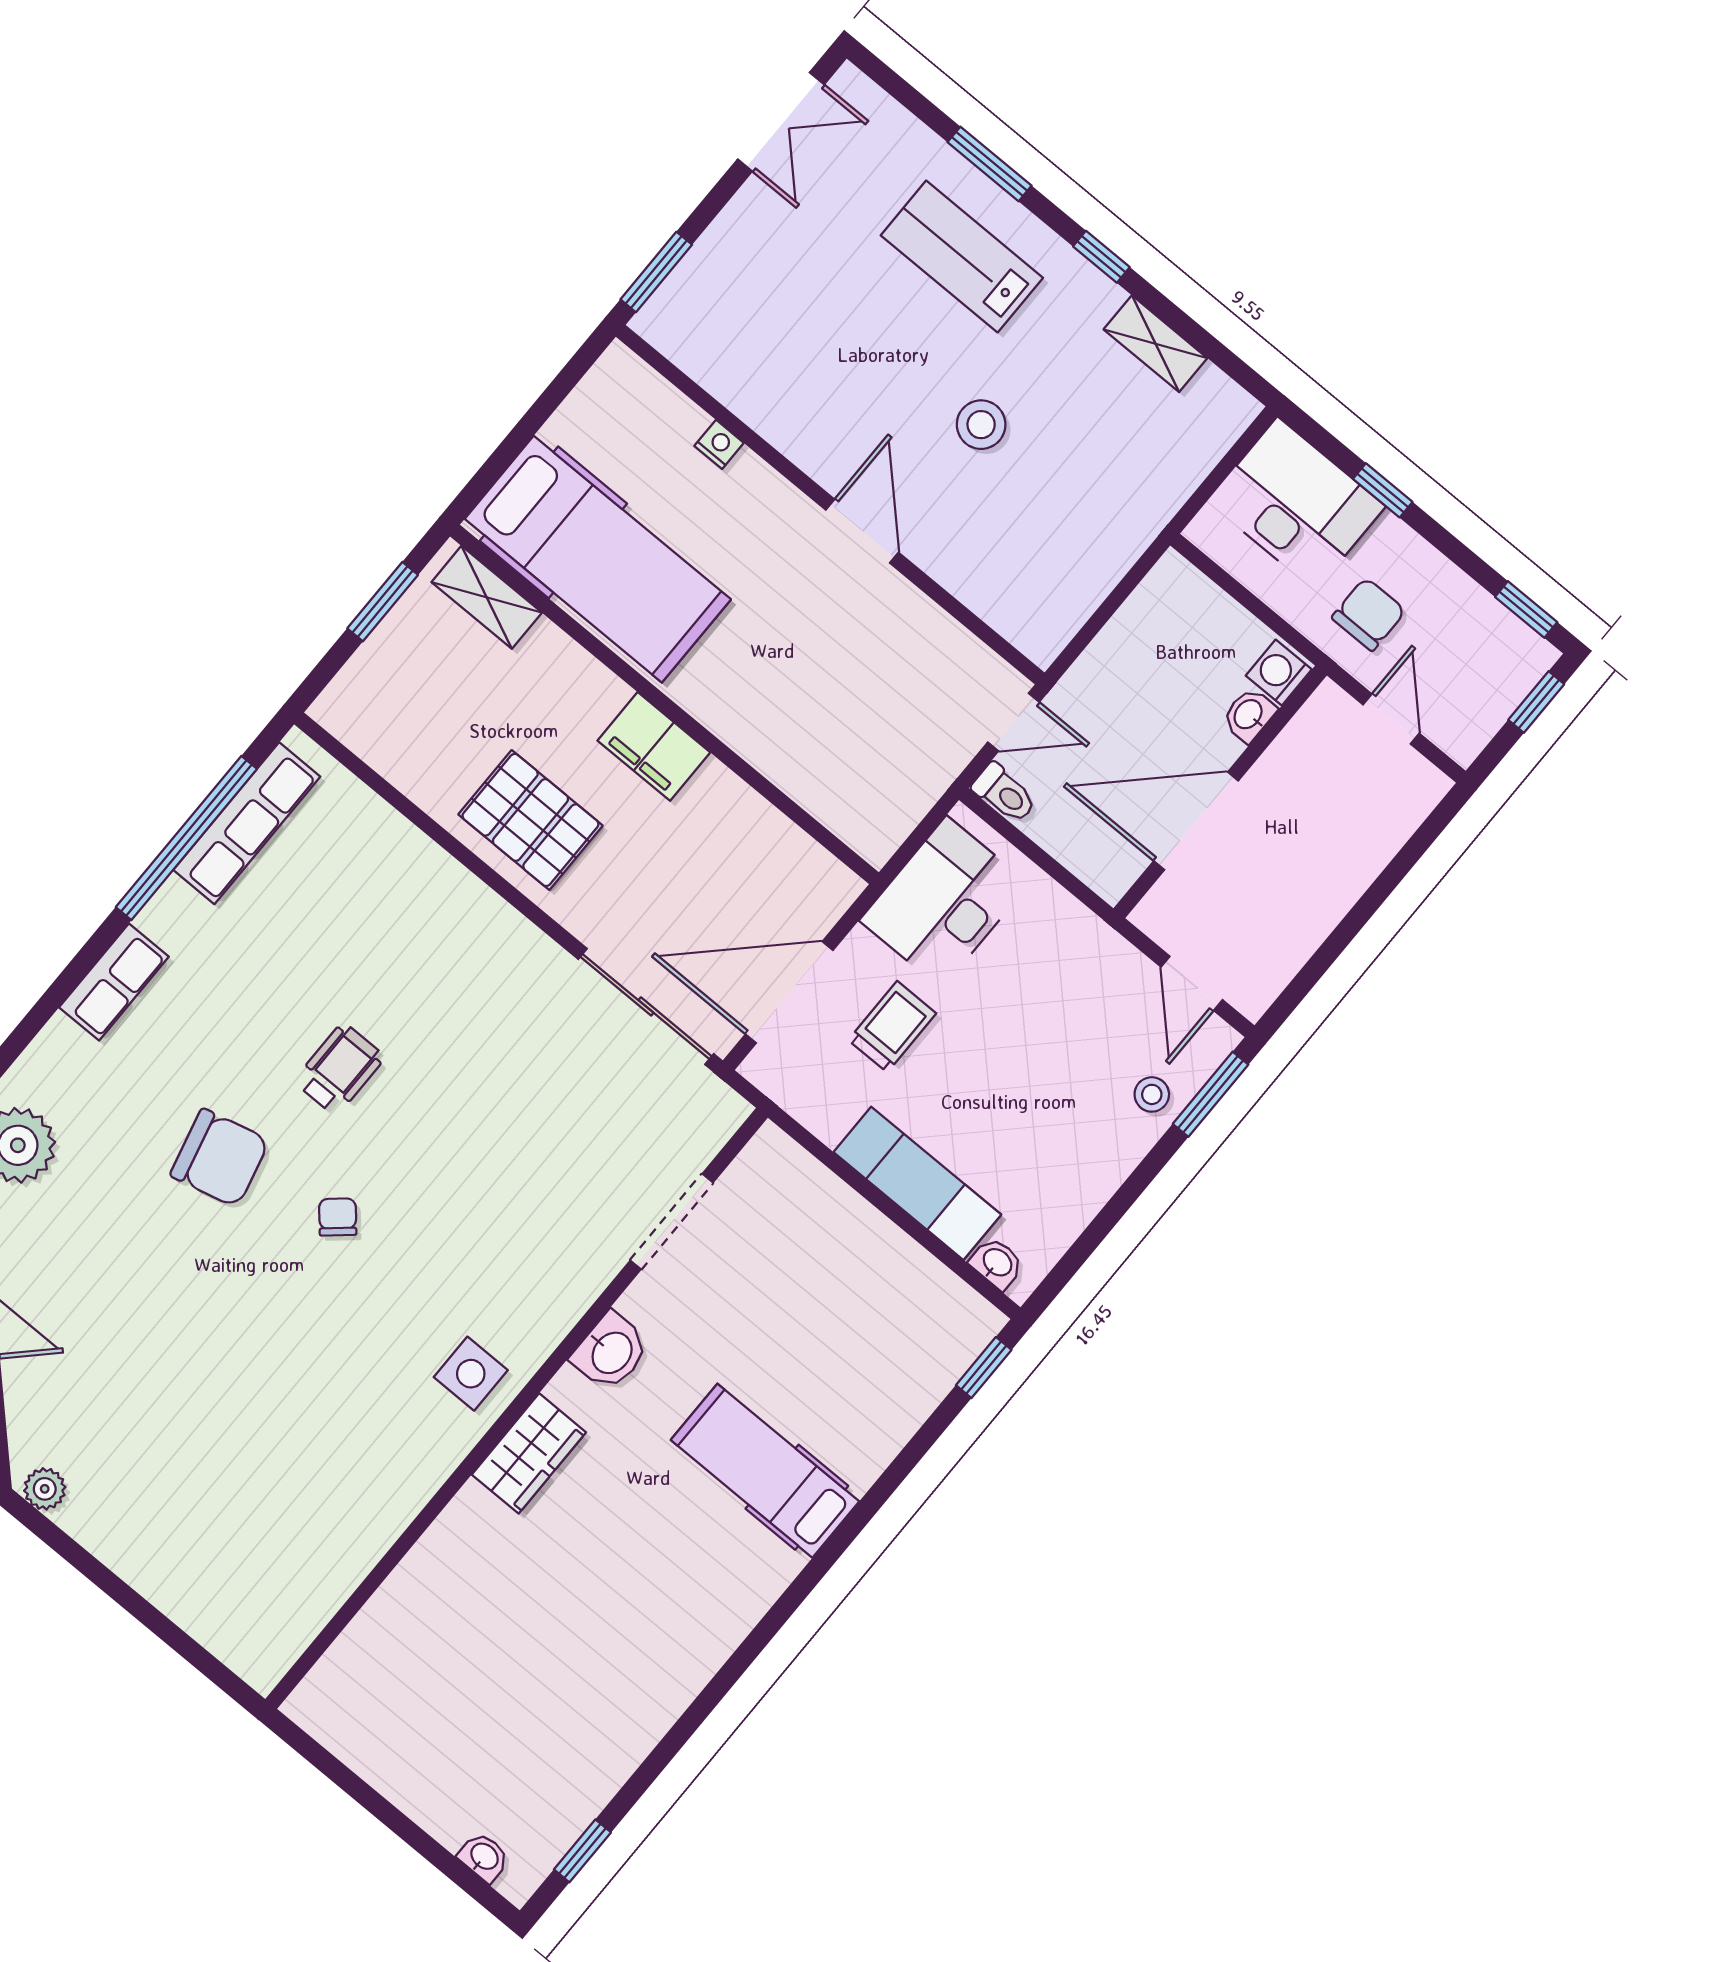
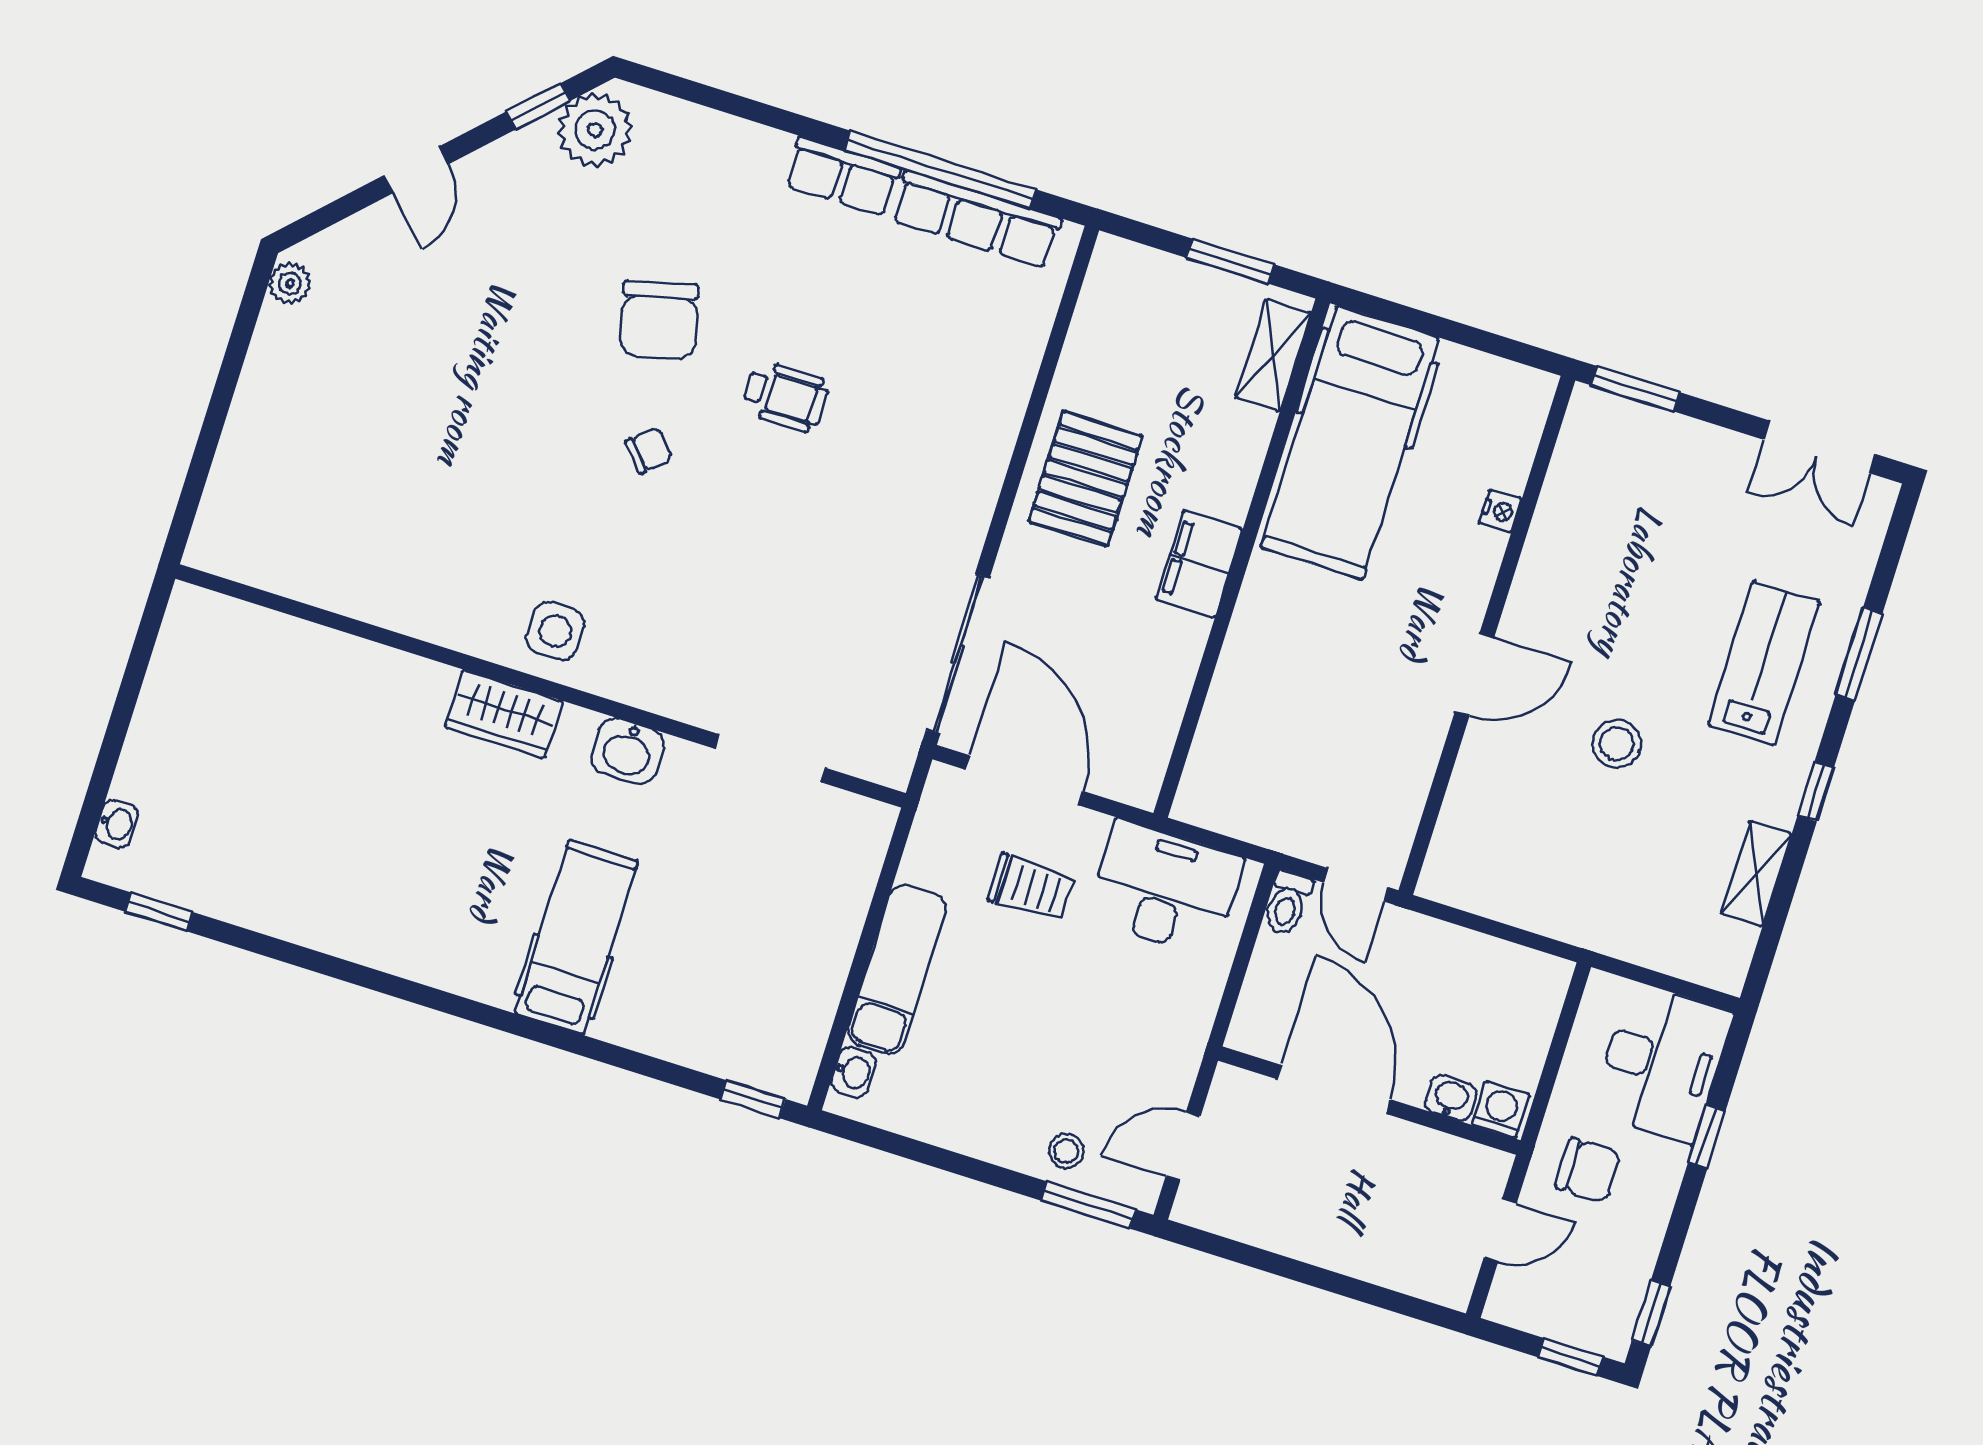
row of seats: (114, 982) -> (843, 177), moved

